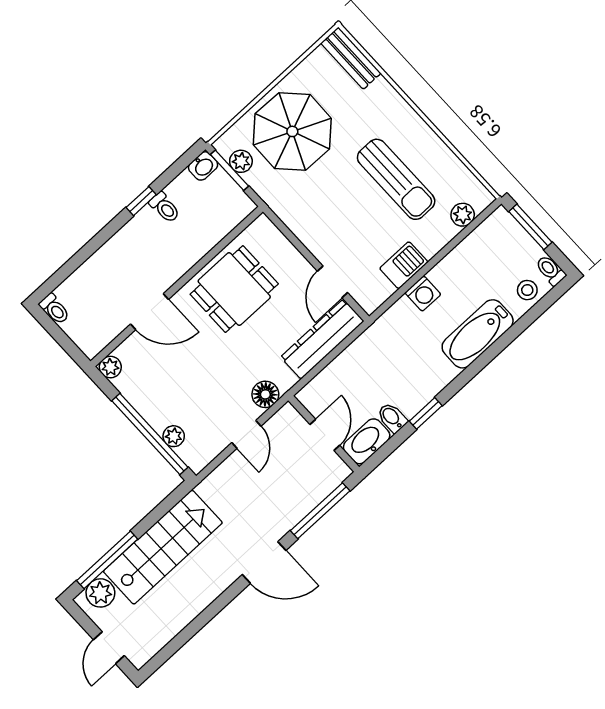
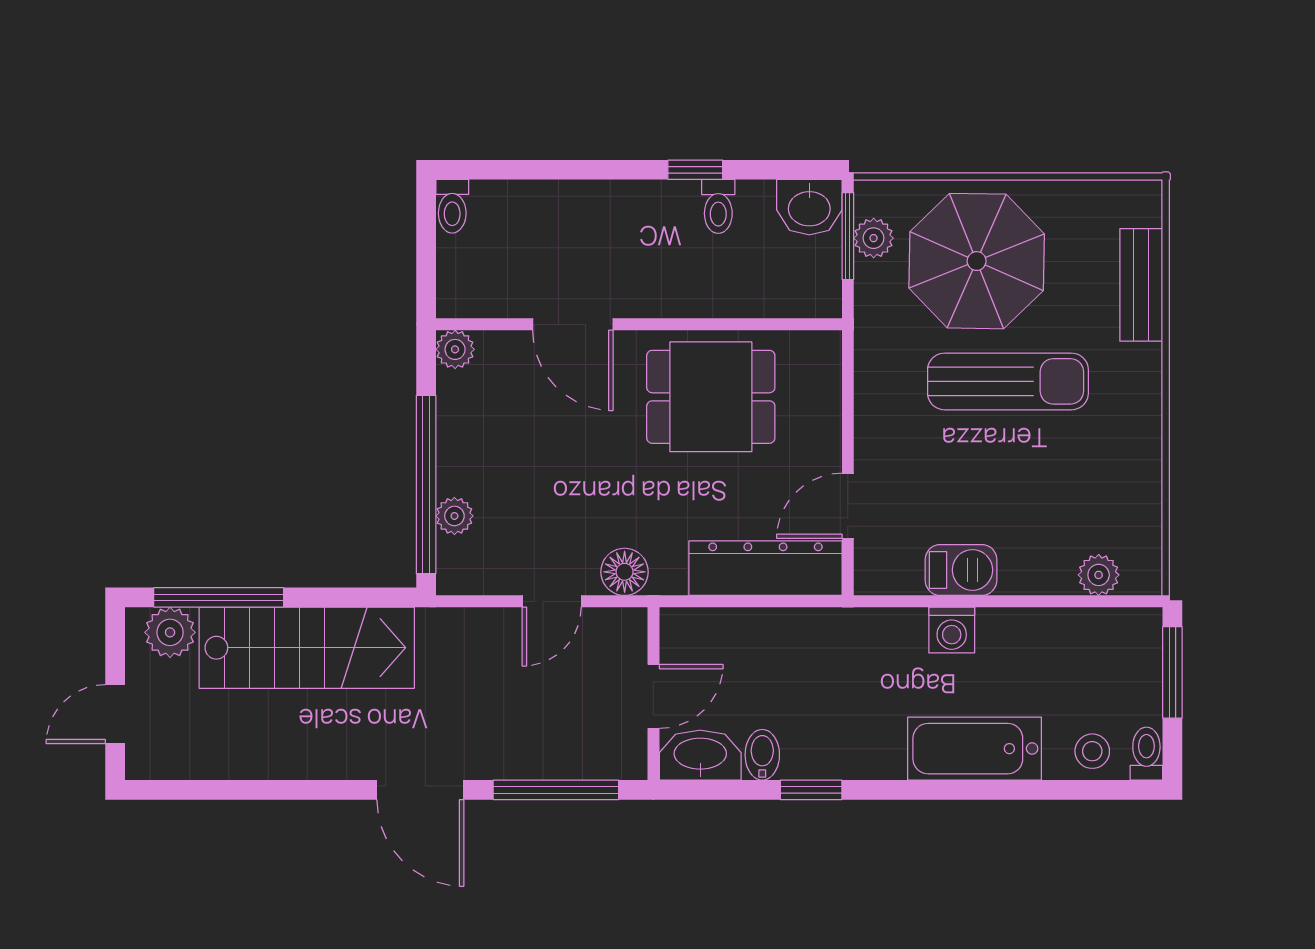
bench: (351, 58) -> (1141, 285), moved
washbasin: (203, 166) -> (809, 207), width x1.38, depth x1.45
sun lounger: (396, 179) -> (1008, 381), moved, turned -90

